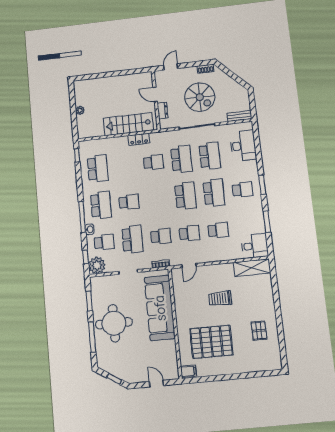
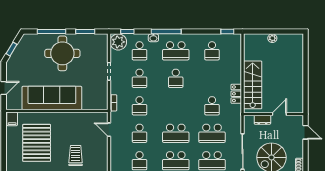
school desk: (98, 168) -> (212, 51), width x0.54
school desk: (132, 239) -> (140, 78), width x0.54
sofa: (160, 308) -> (52, 98), moved

